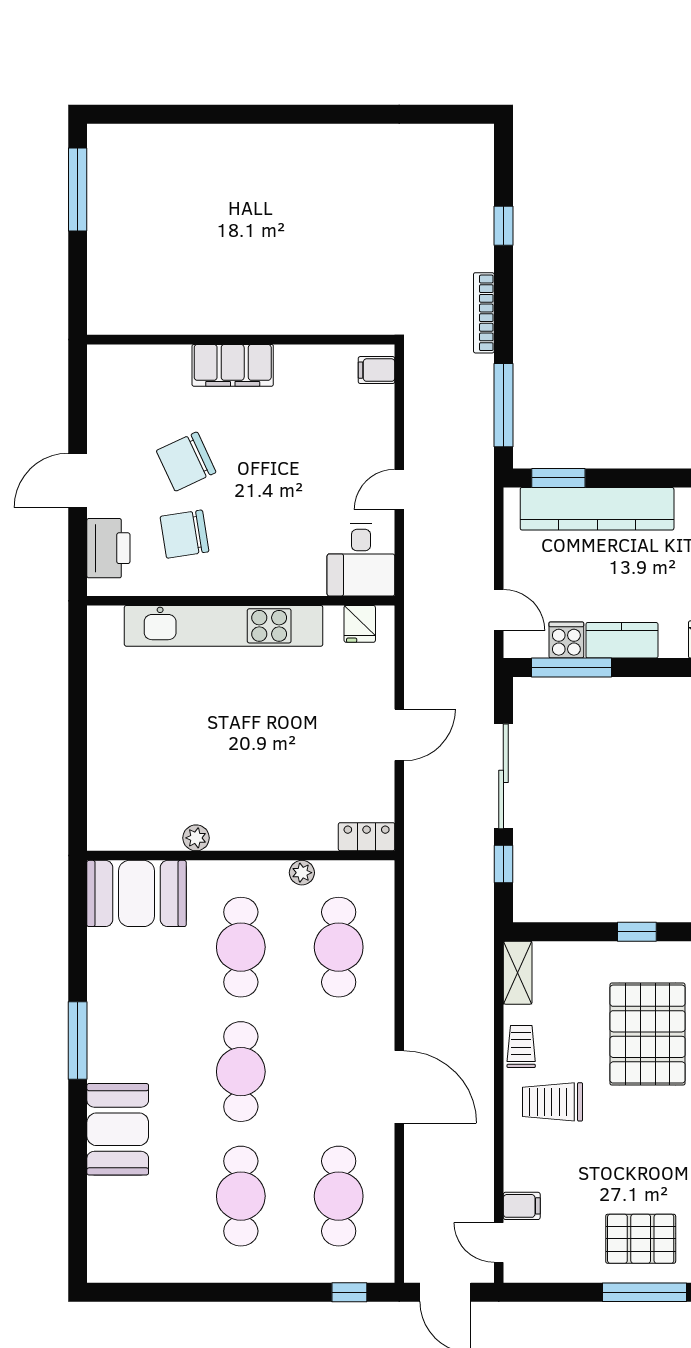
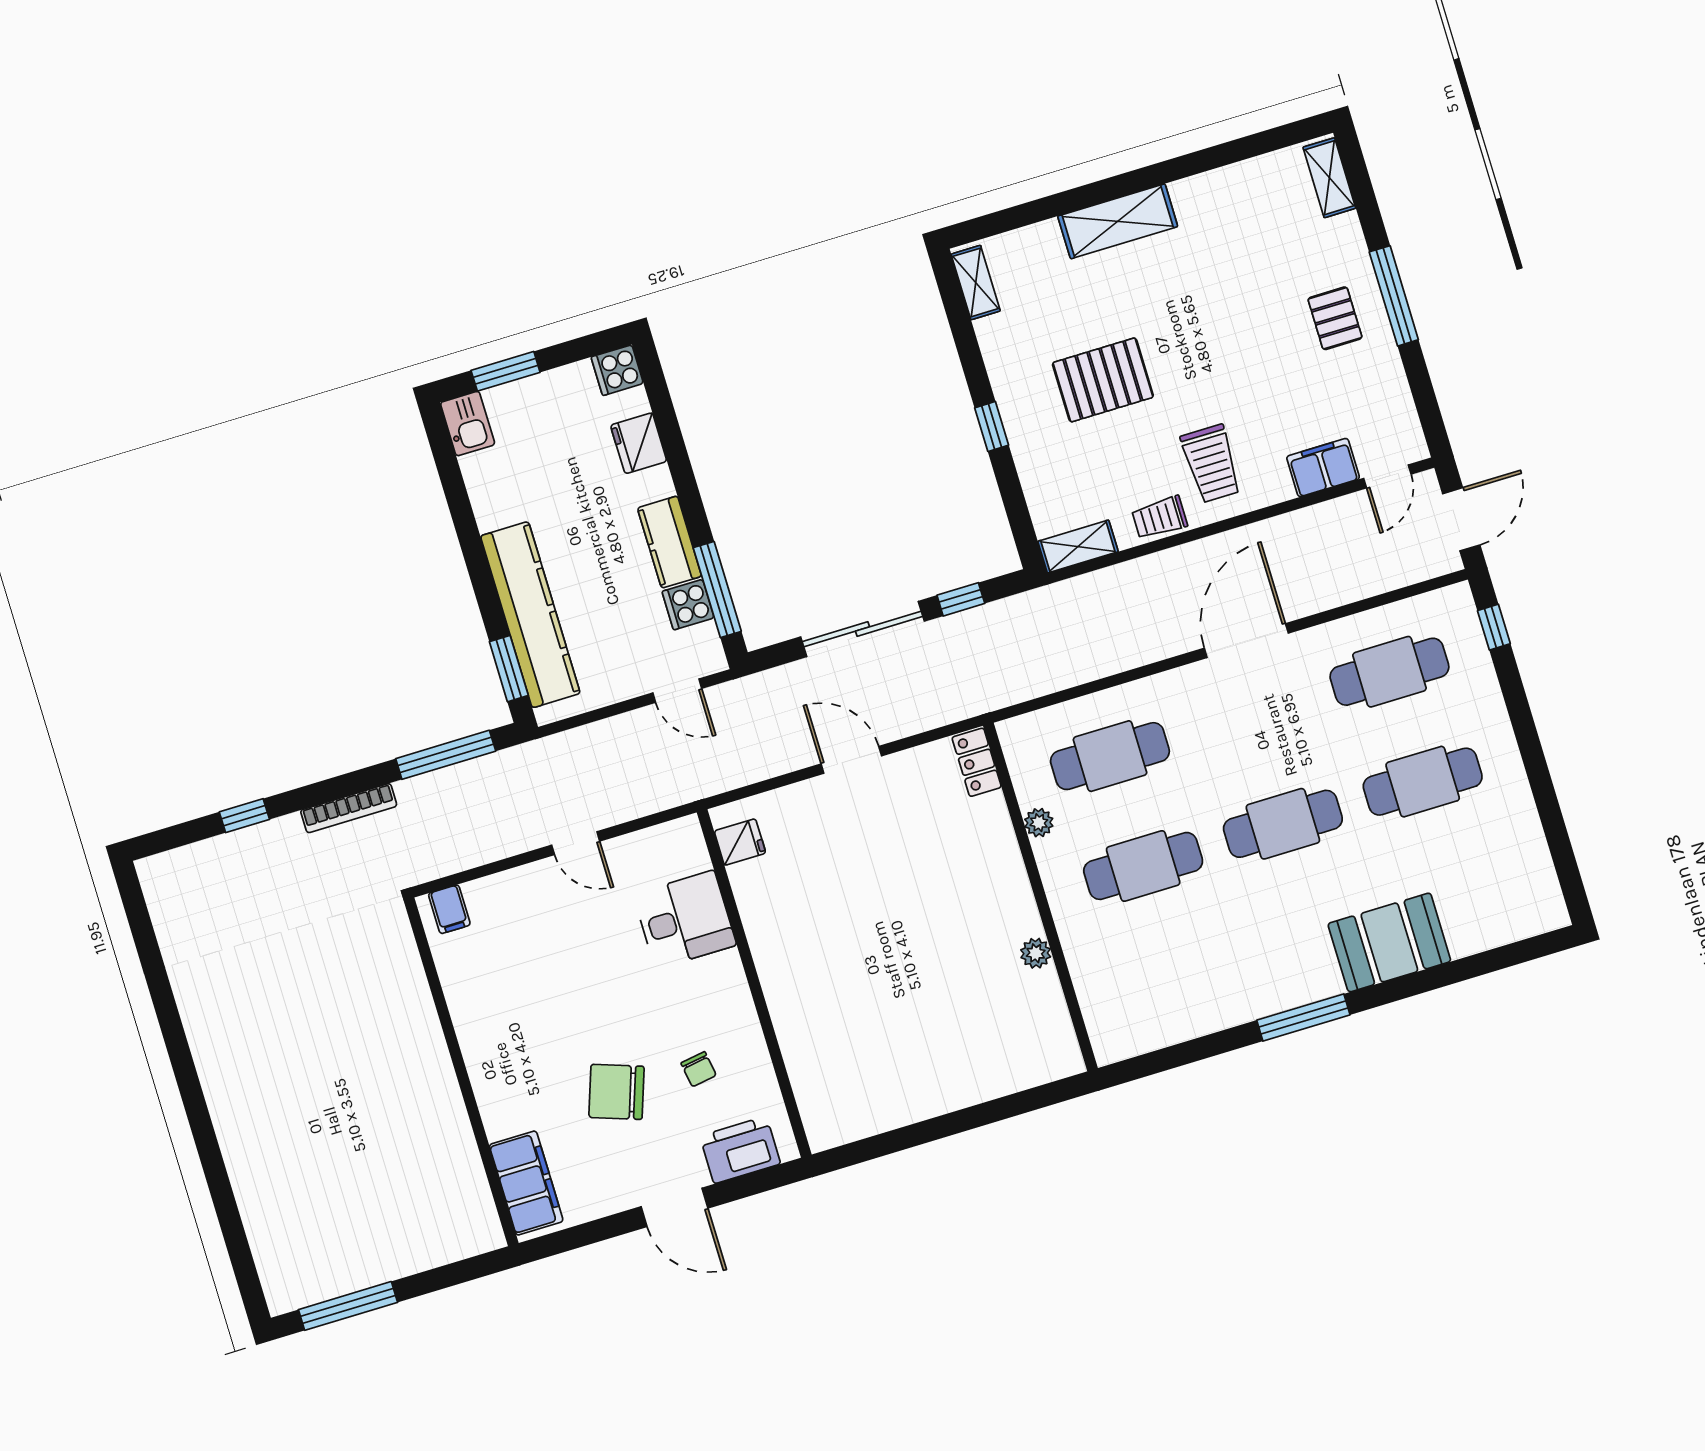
filing cabinet: (233, 365) -> (526, 1183), moved
chair: (186, 461) -> (616, 1092), turned 134
chair: (185, 534) -> (699, 1069), width x0.54, depth x0.54
desk: (361, 560) -> (685, 920), moved
door: (499, 610) -> (677, 691), swing flipped
kitchen unit: (224, 626) -> (788, 994), removed
booth: (137, 893) -> (1118, 1001), removed
pallet: (648, 1034) -> (1103, 380), width x0.73, depth x0.71
filing cabinet: (522, 1206) -> (1323, 468), width x2.00
pallet: (641, 1239) -> (1335, 318), width x0.67, depth x0.71

